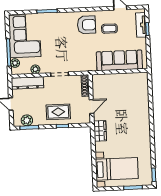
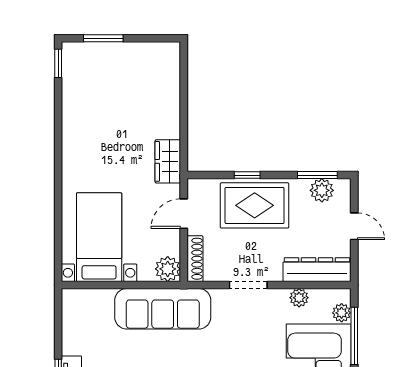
sofa: (119, 60) -> (163, 309), moved
plant: (98, 80) -> (168, 269), added
rug: (58, 112) -> (255, 205), width x1.36, depth x1.43
bed with nightstands: (117, 169) -> (99, 237), moved, turned 90

